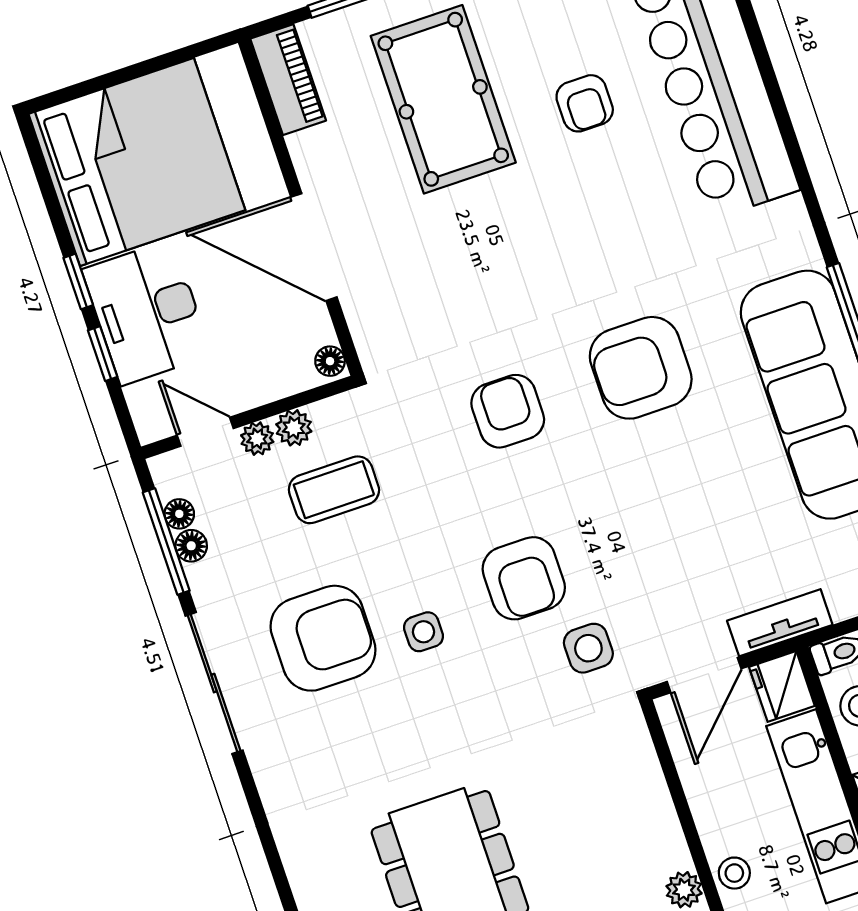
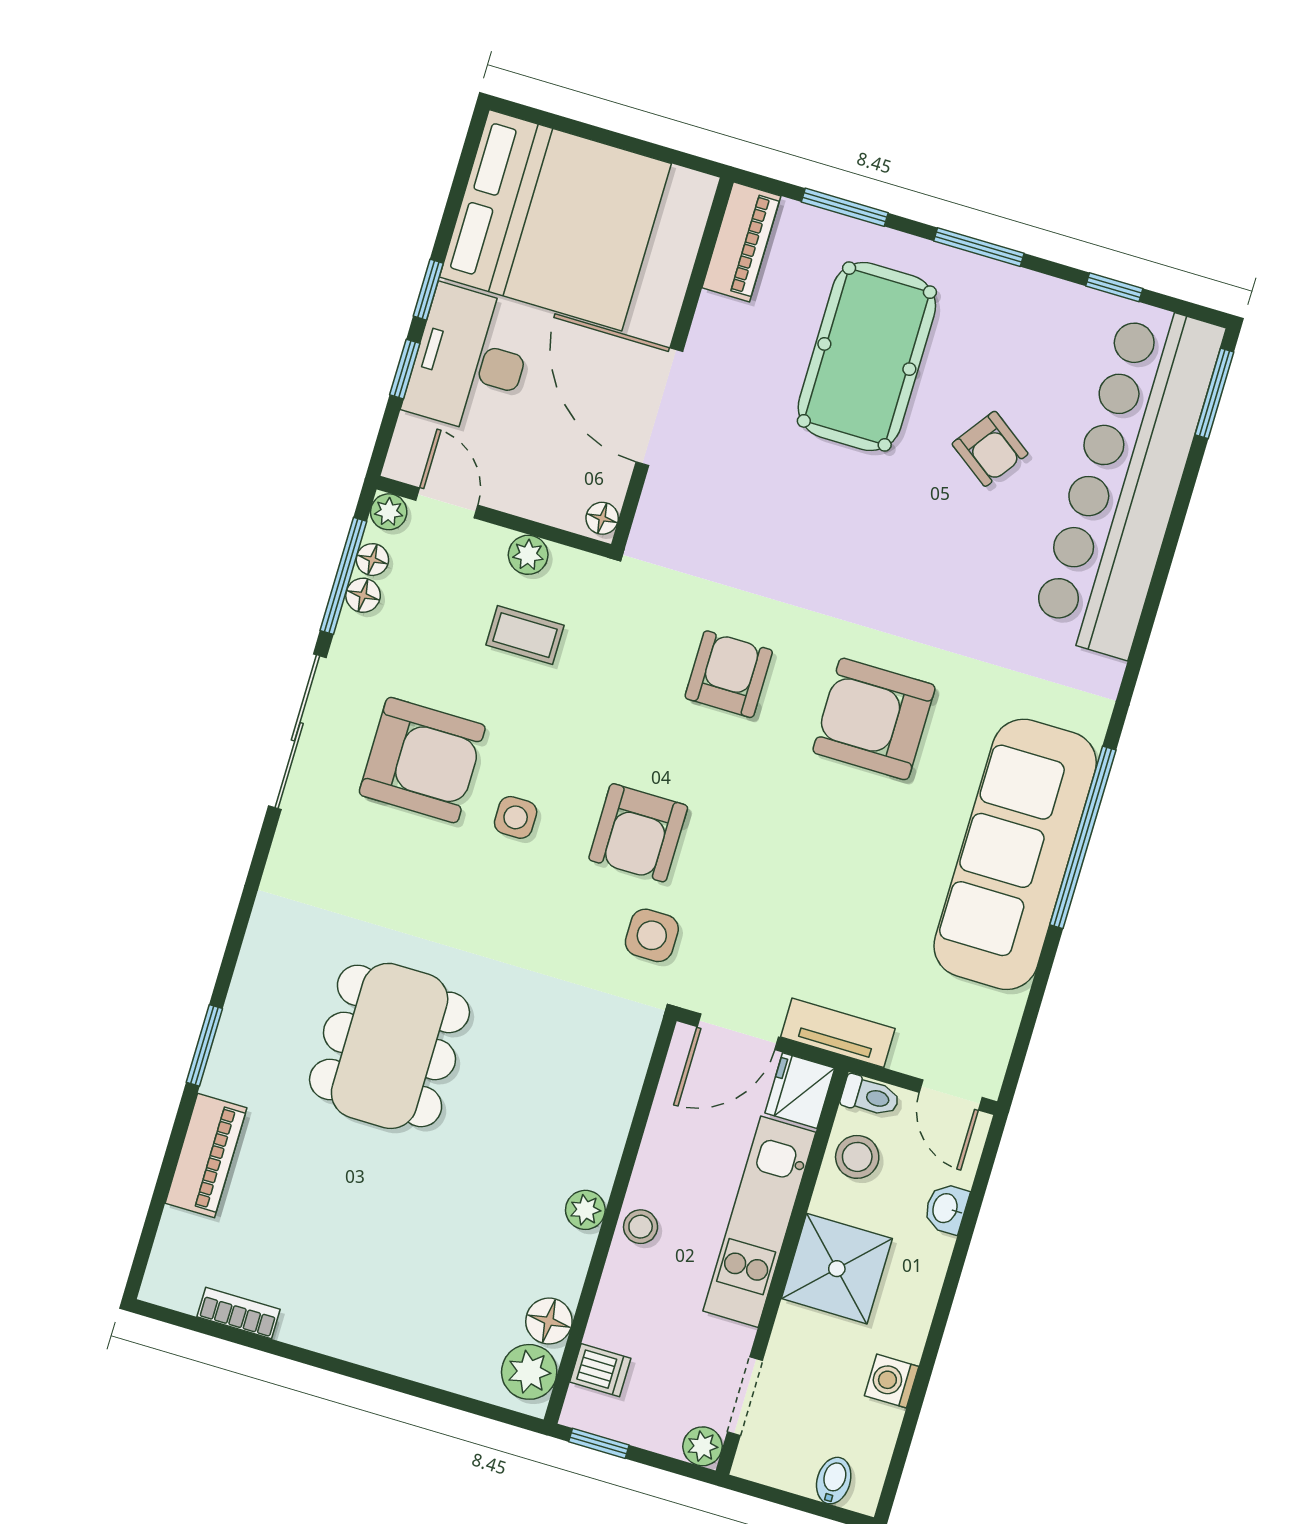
armchair: (585, 103) -> (990, 449), turned -54
plant: (257, 439) -> (389, 512), moved
coffee table: (334, 490) -> (525, 635), width x0.73, depth x0.77

